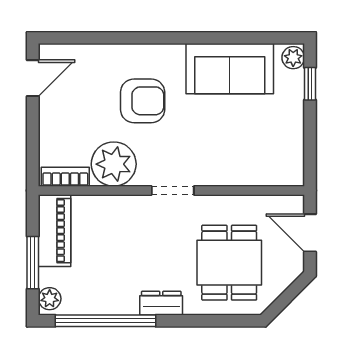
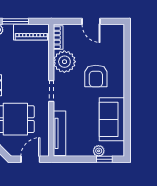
plant: (293, 58) -> (99, 151), moved
door: (33, 78) -> (91, 21), moved
tv unit: (258, 174) -> (59, 133), added

